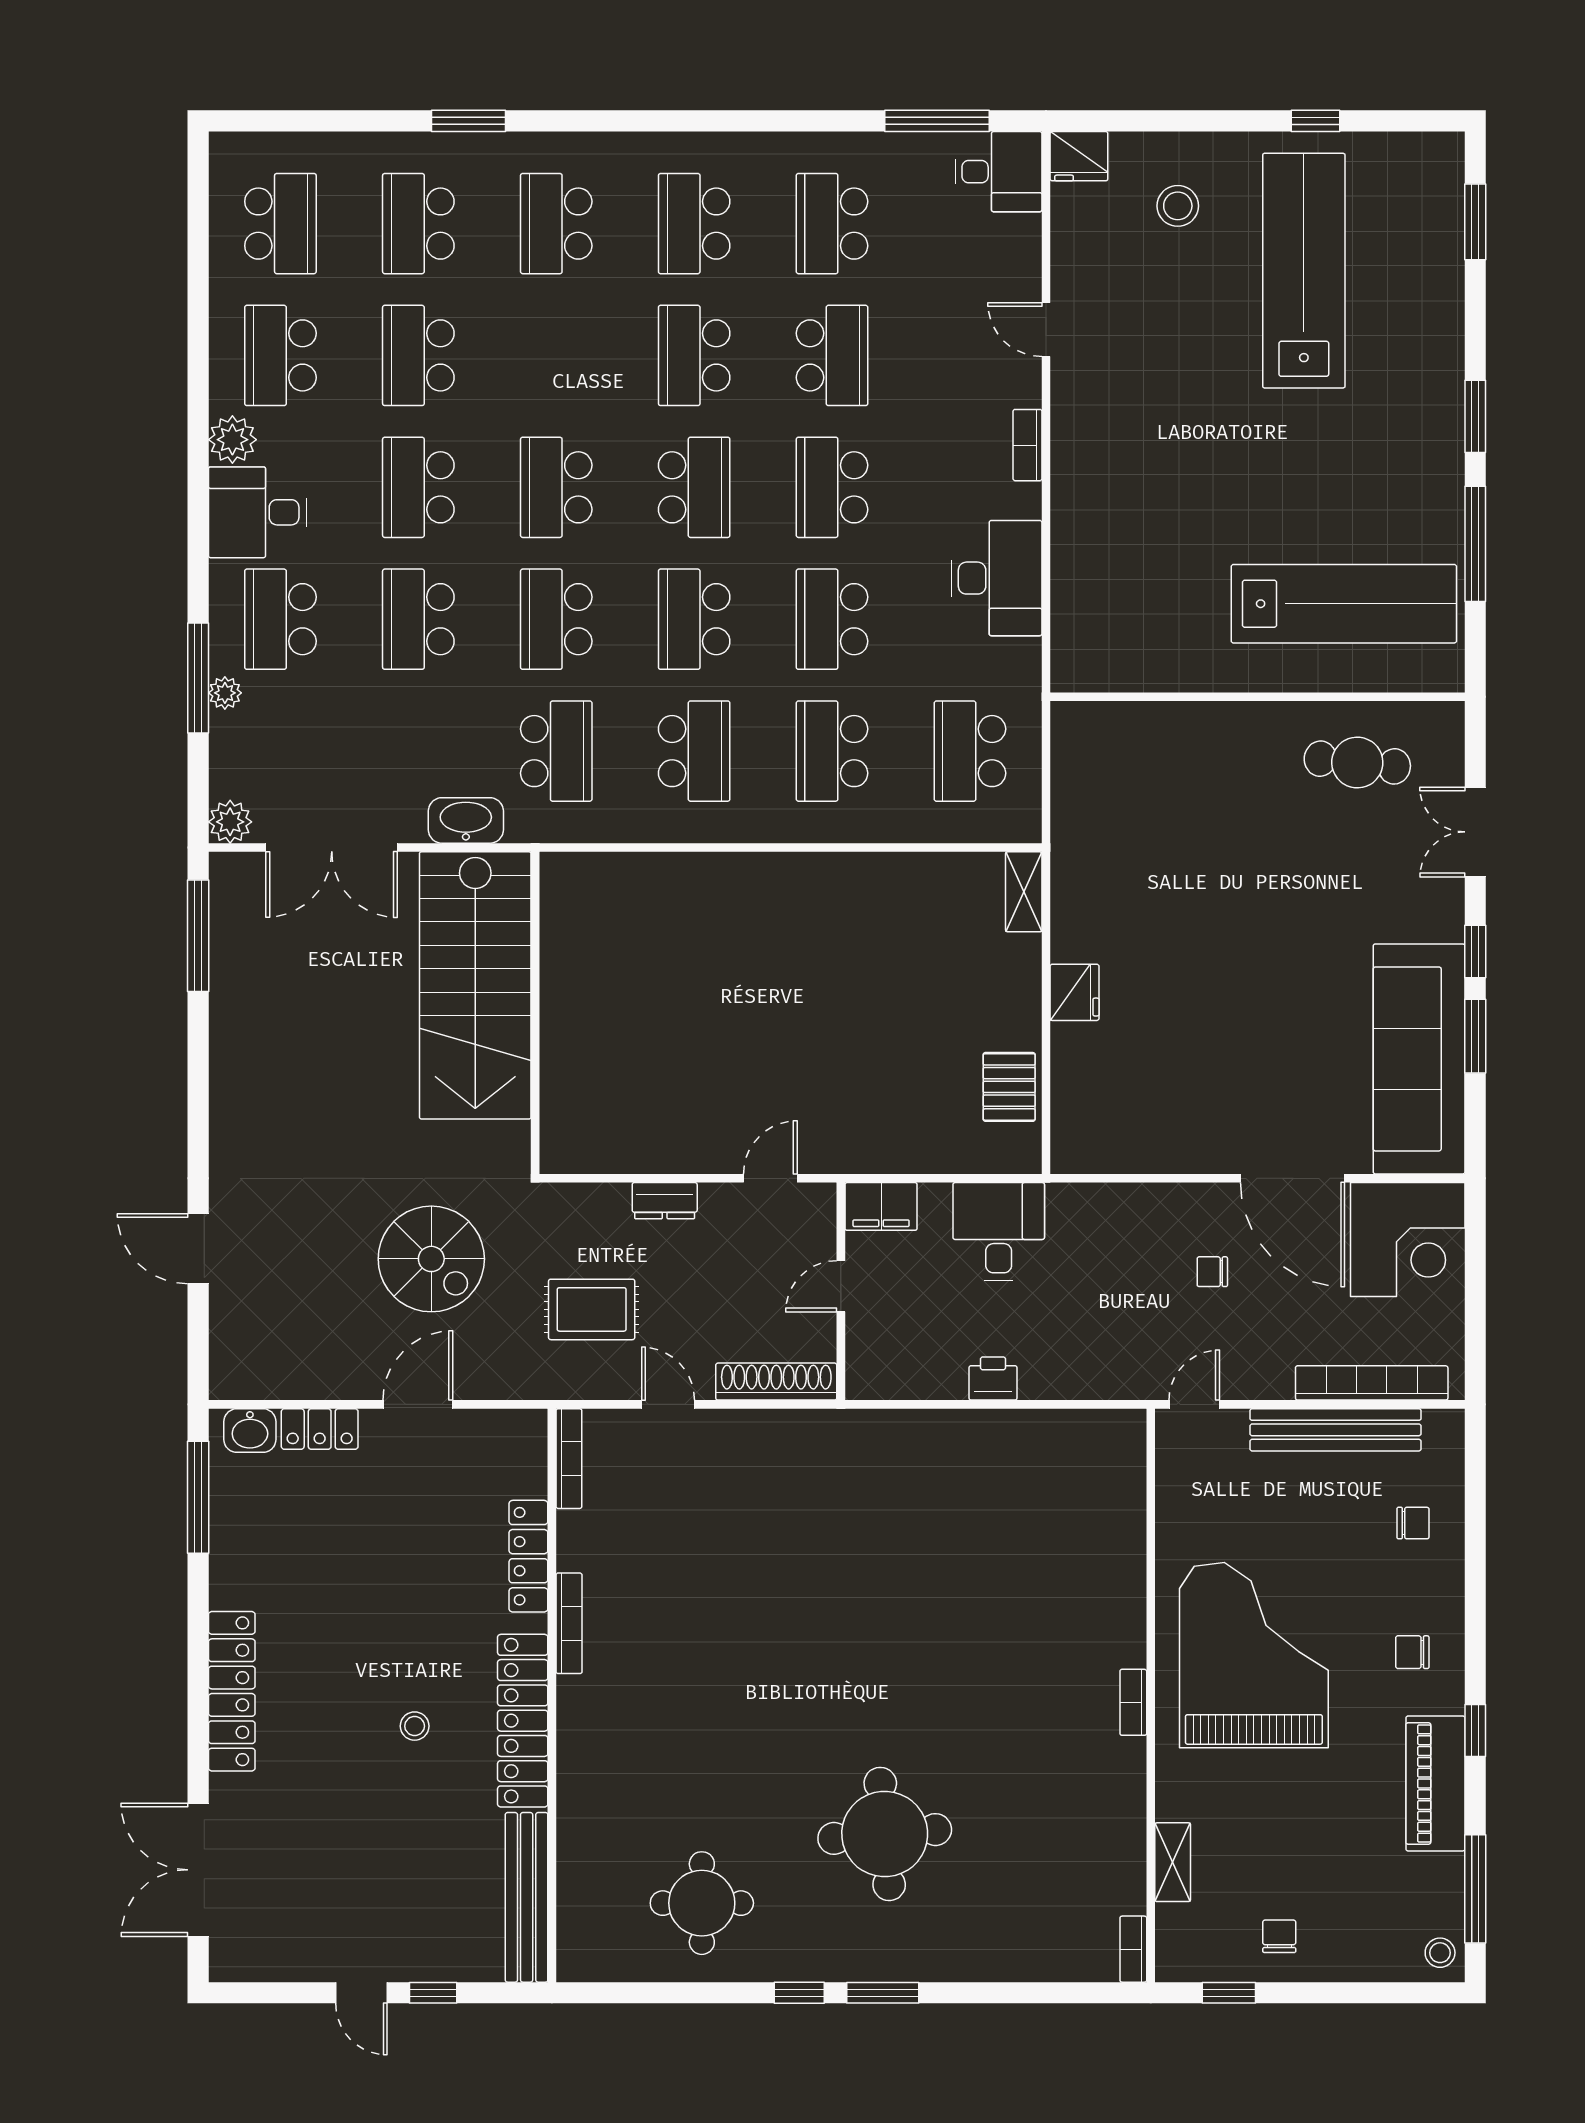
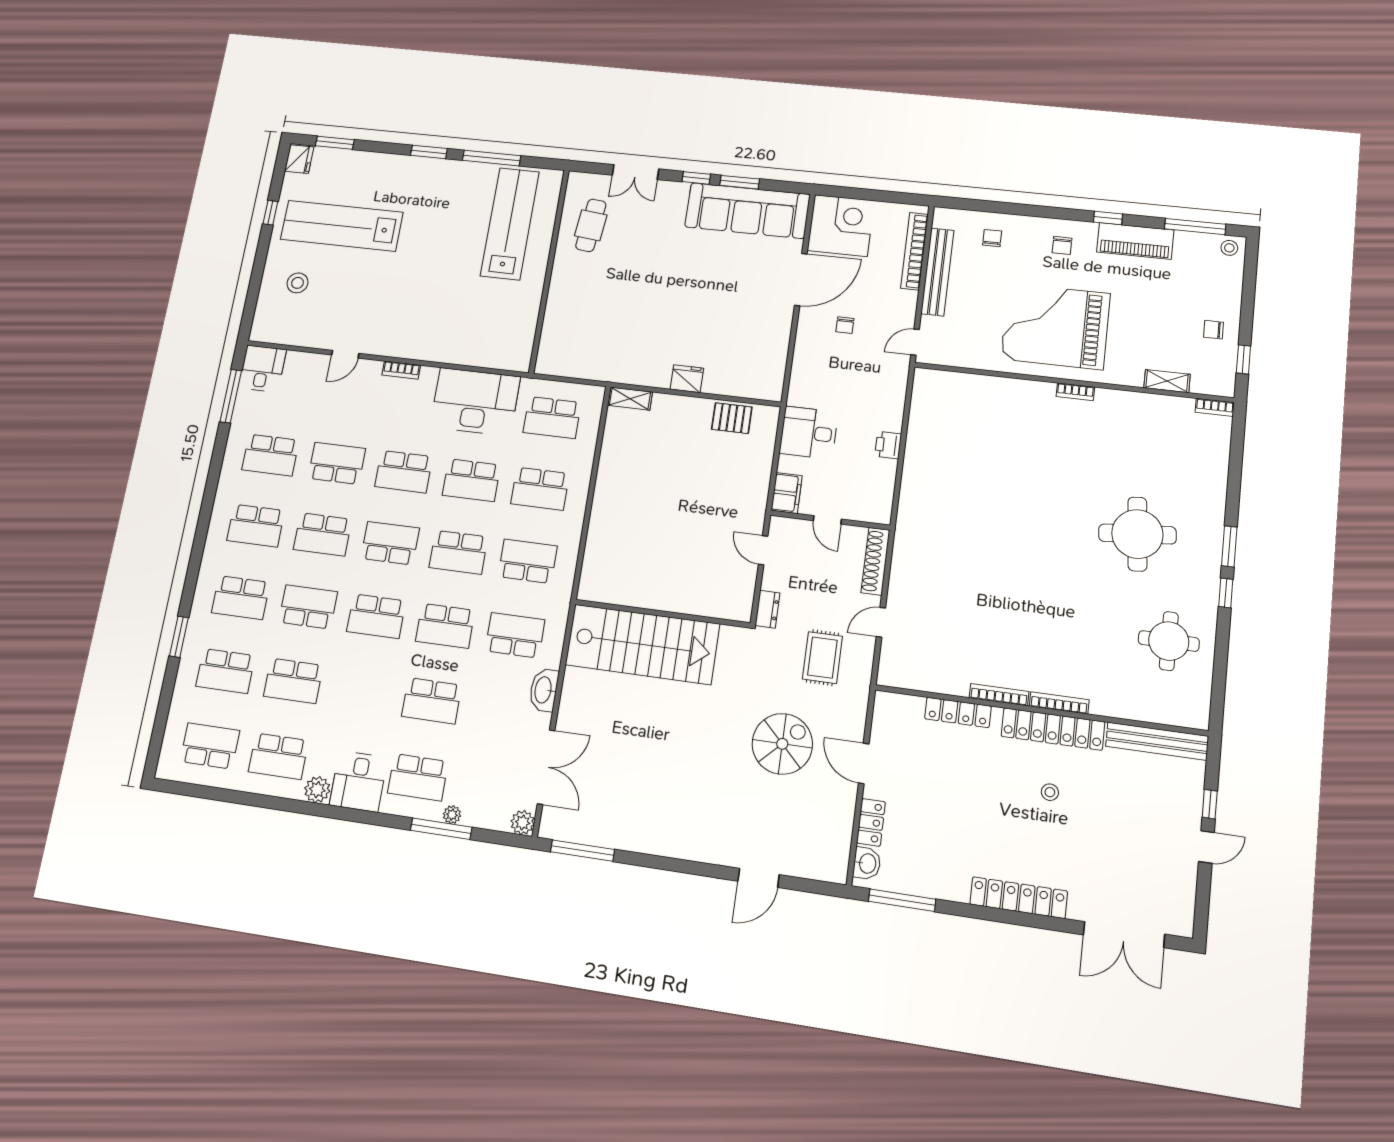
fridge: (1079, 156) -> (299, 159), moved
school desk: (418, 487) -> (308, 607), moved, turned 180
desk: (997, 578) -> (475, 402), width x1.36, depth x1.30
stairs: (475, 985) -> (642, 644), moved
wall: (535, 1013) -> (662, 614), moved
door: (1194, 1404) -> (915, 342), hinge flipped
bookcase: (569, 1459) -> (1059, 703), moved

